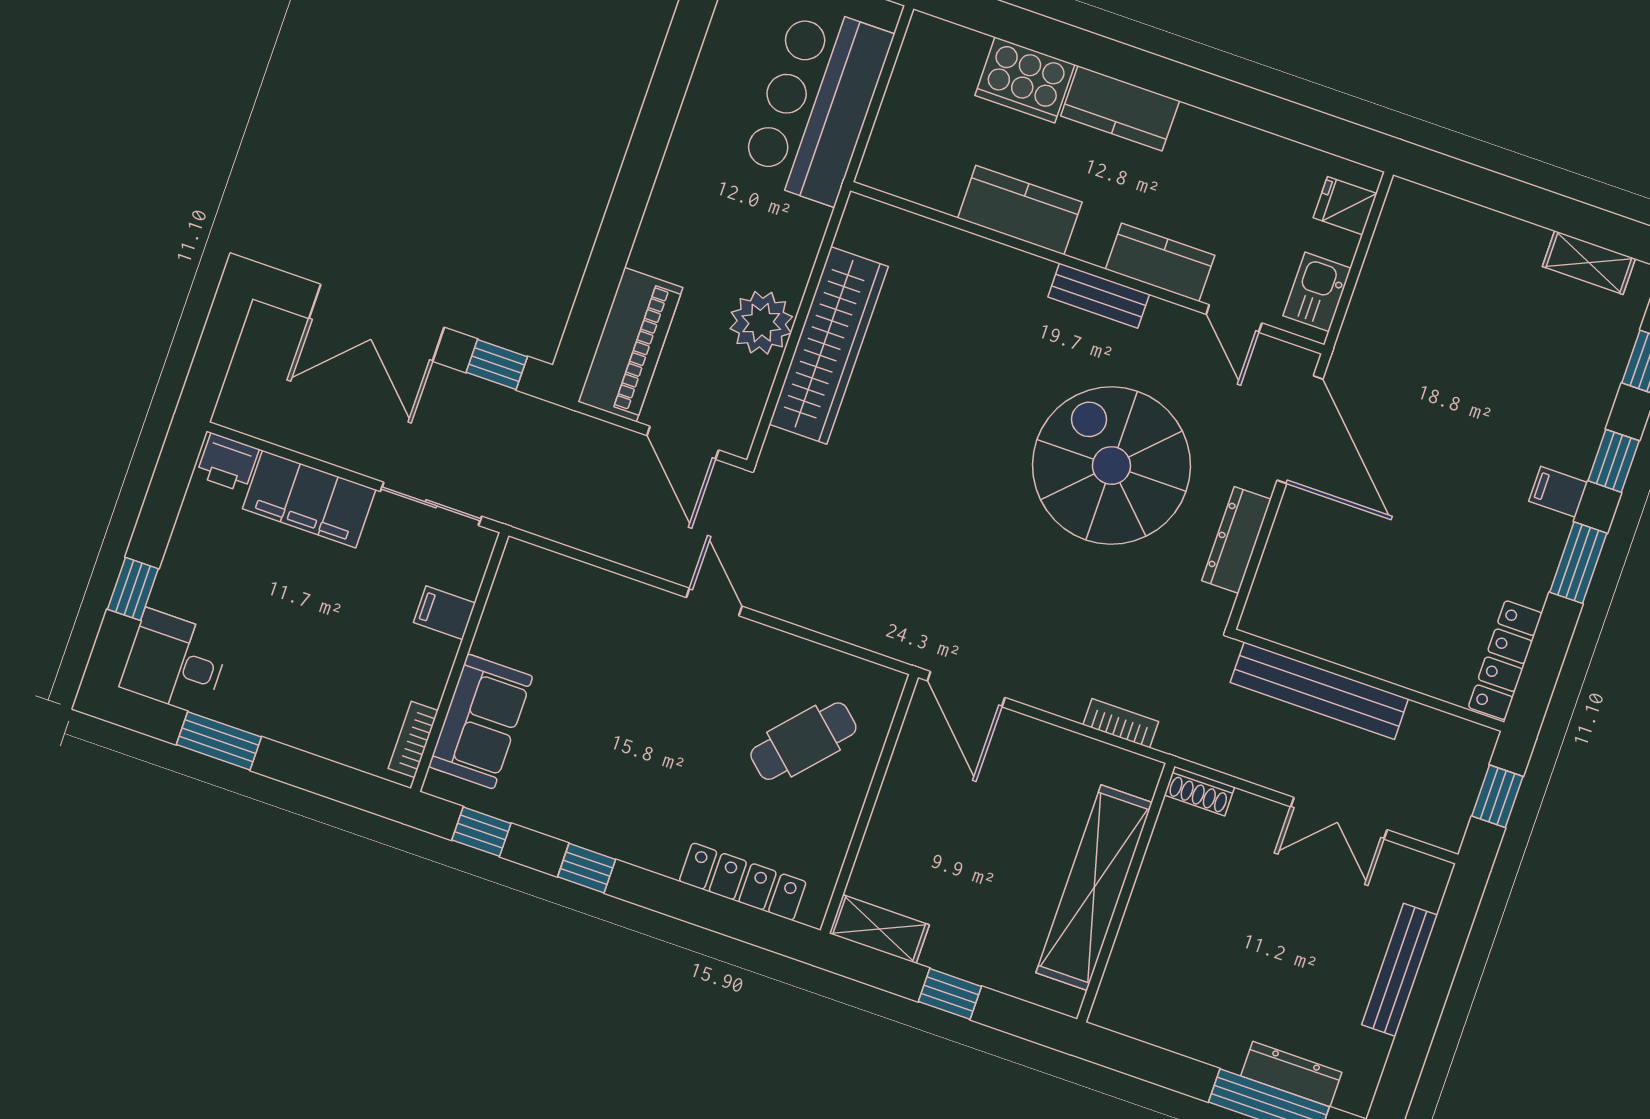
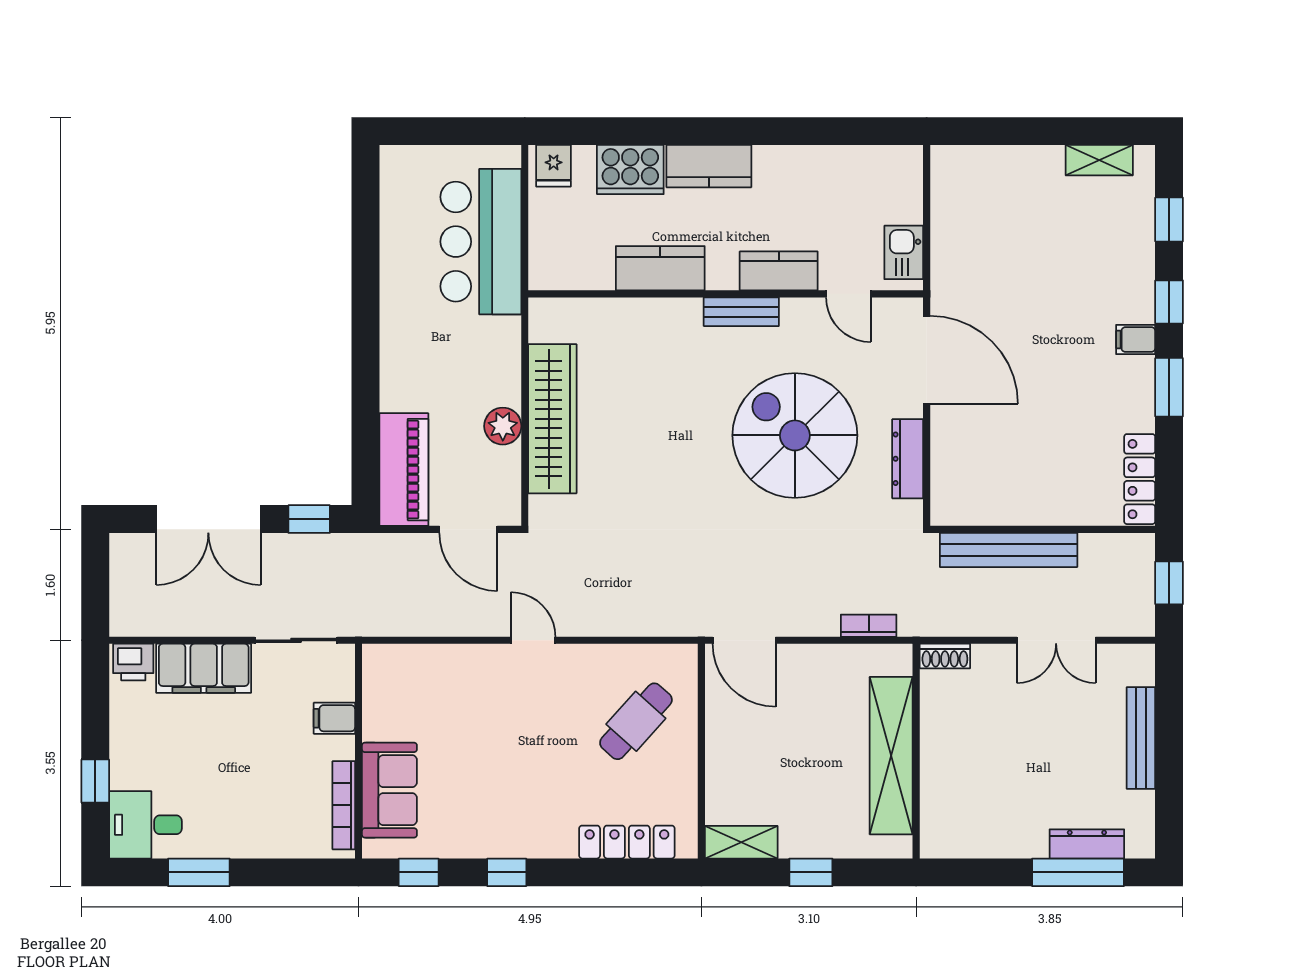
fridge: (1345, 206) -> (554, 166), moved, turned -90
plant: (761, 323) -> (503, 426), width x0.73, depth x0.73
bookcase: (413, 739) -> (344, 805), width x1.56

